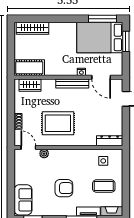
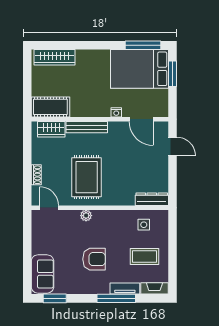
bench: (72, 84) -> (87, 127), moved
rug: (58, 123) -> (87, 177), turned 90
plant: (44, 154) -> (86, 216), moved

